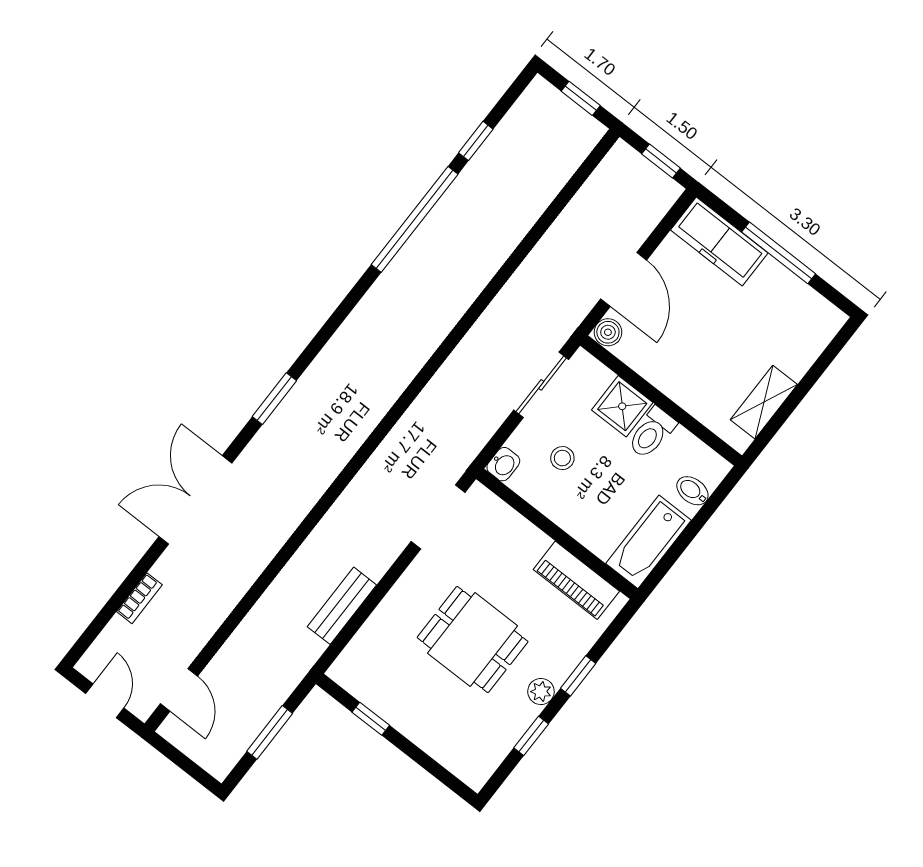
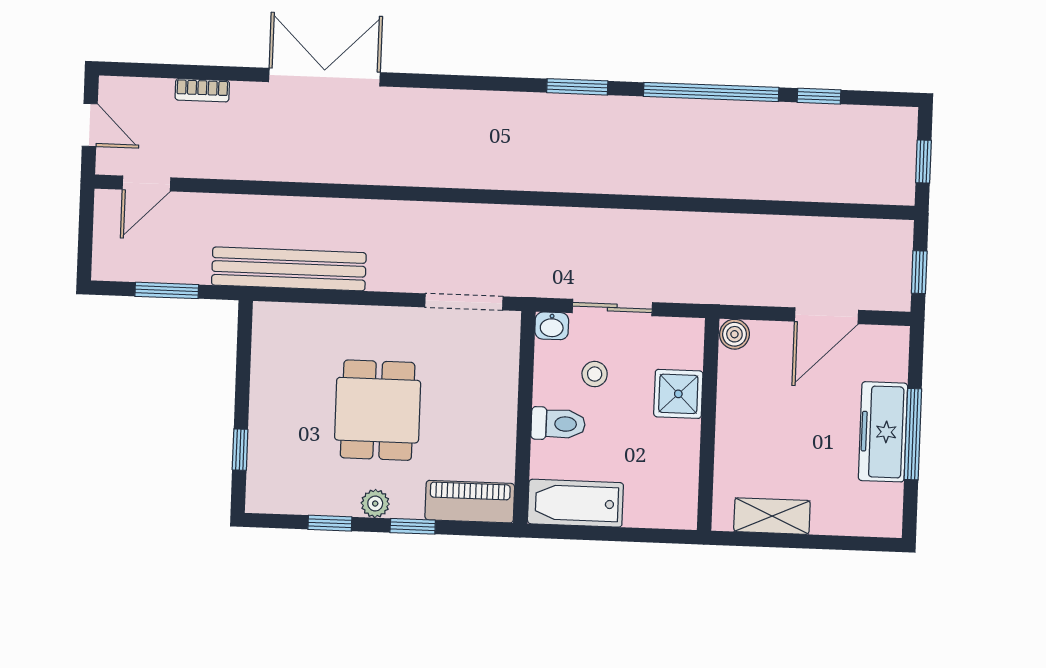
freezer: (719, 242) -> (883, 432), moved
door: (624, 279) -> (826, 316), moved
sliding door: (541, 385) -> (612, 308), moved
window: (274, 399) -> (577, 87), moved
toilet: (652, 433) -> (558, 424), moved, turned 180
bidet: (692, 491) -> (649, 509), removed
piano: (576, 580) -> (470, 502), moved, turned 90
bench: (342, 606) -> (289, 269), width x1.86, depth x1.21
door: (105, 701) -> (90, 125), hinge flipped
window: (371, 719) -> (240, 450), moved

